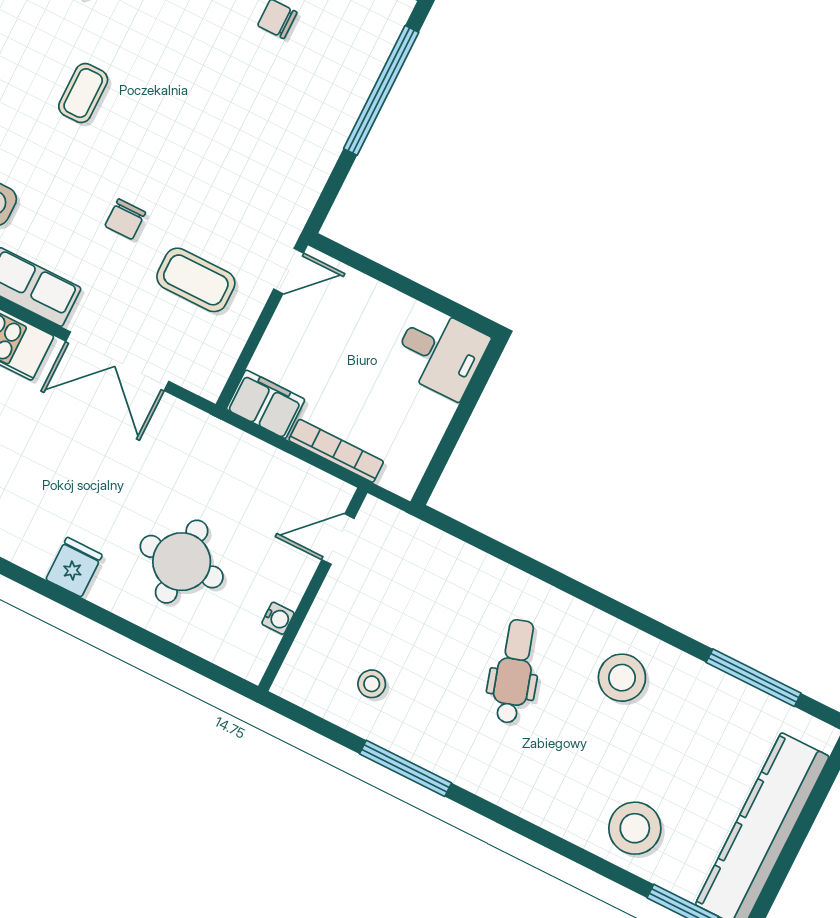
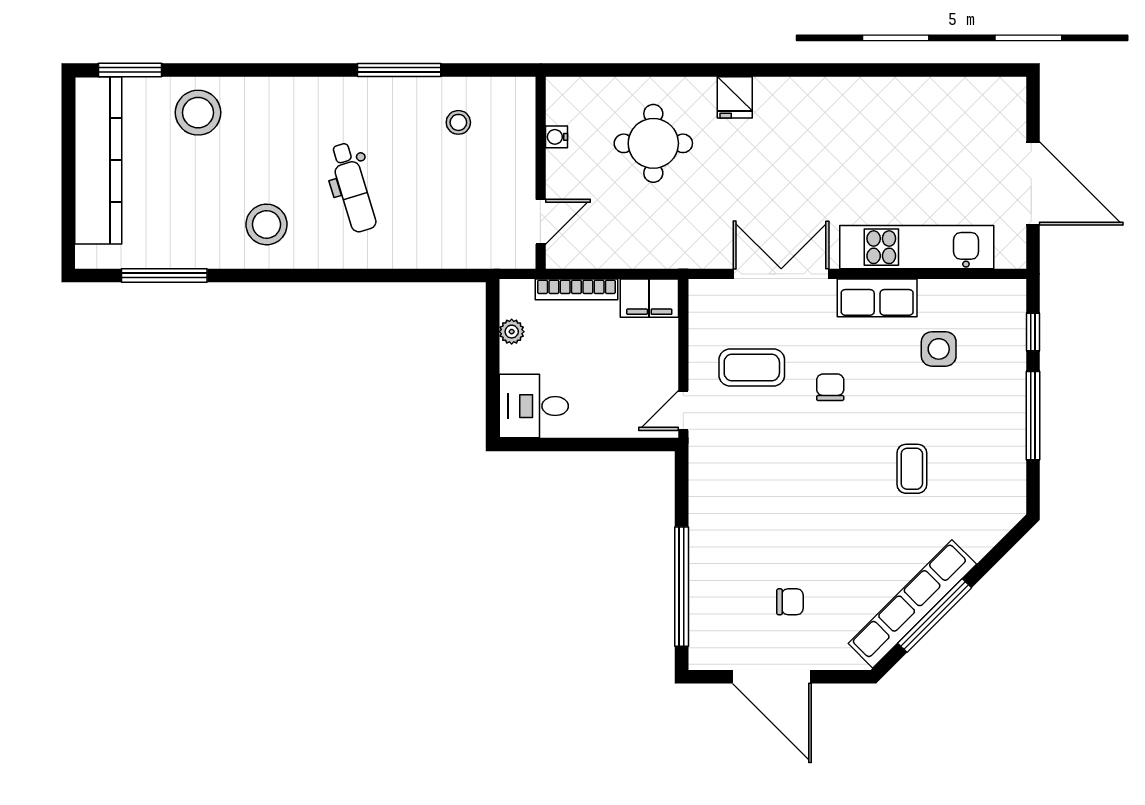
plant: (425, 441) -> (512, 332), added

